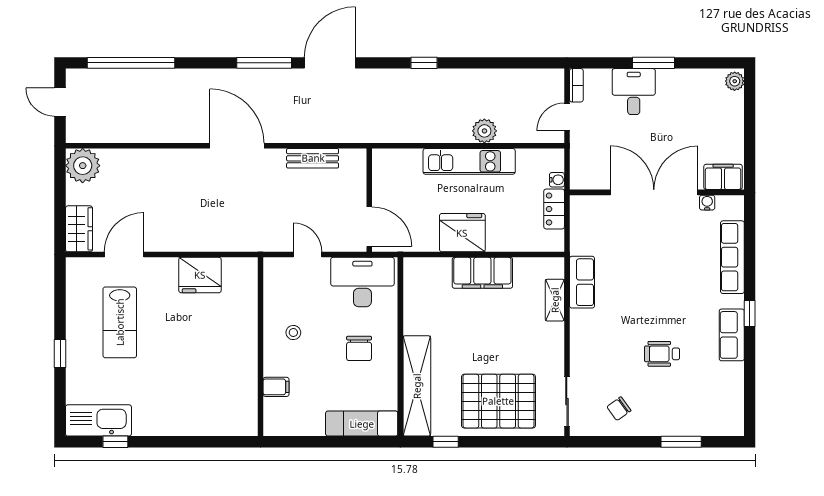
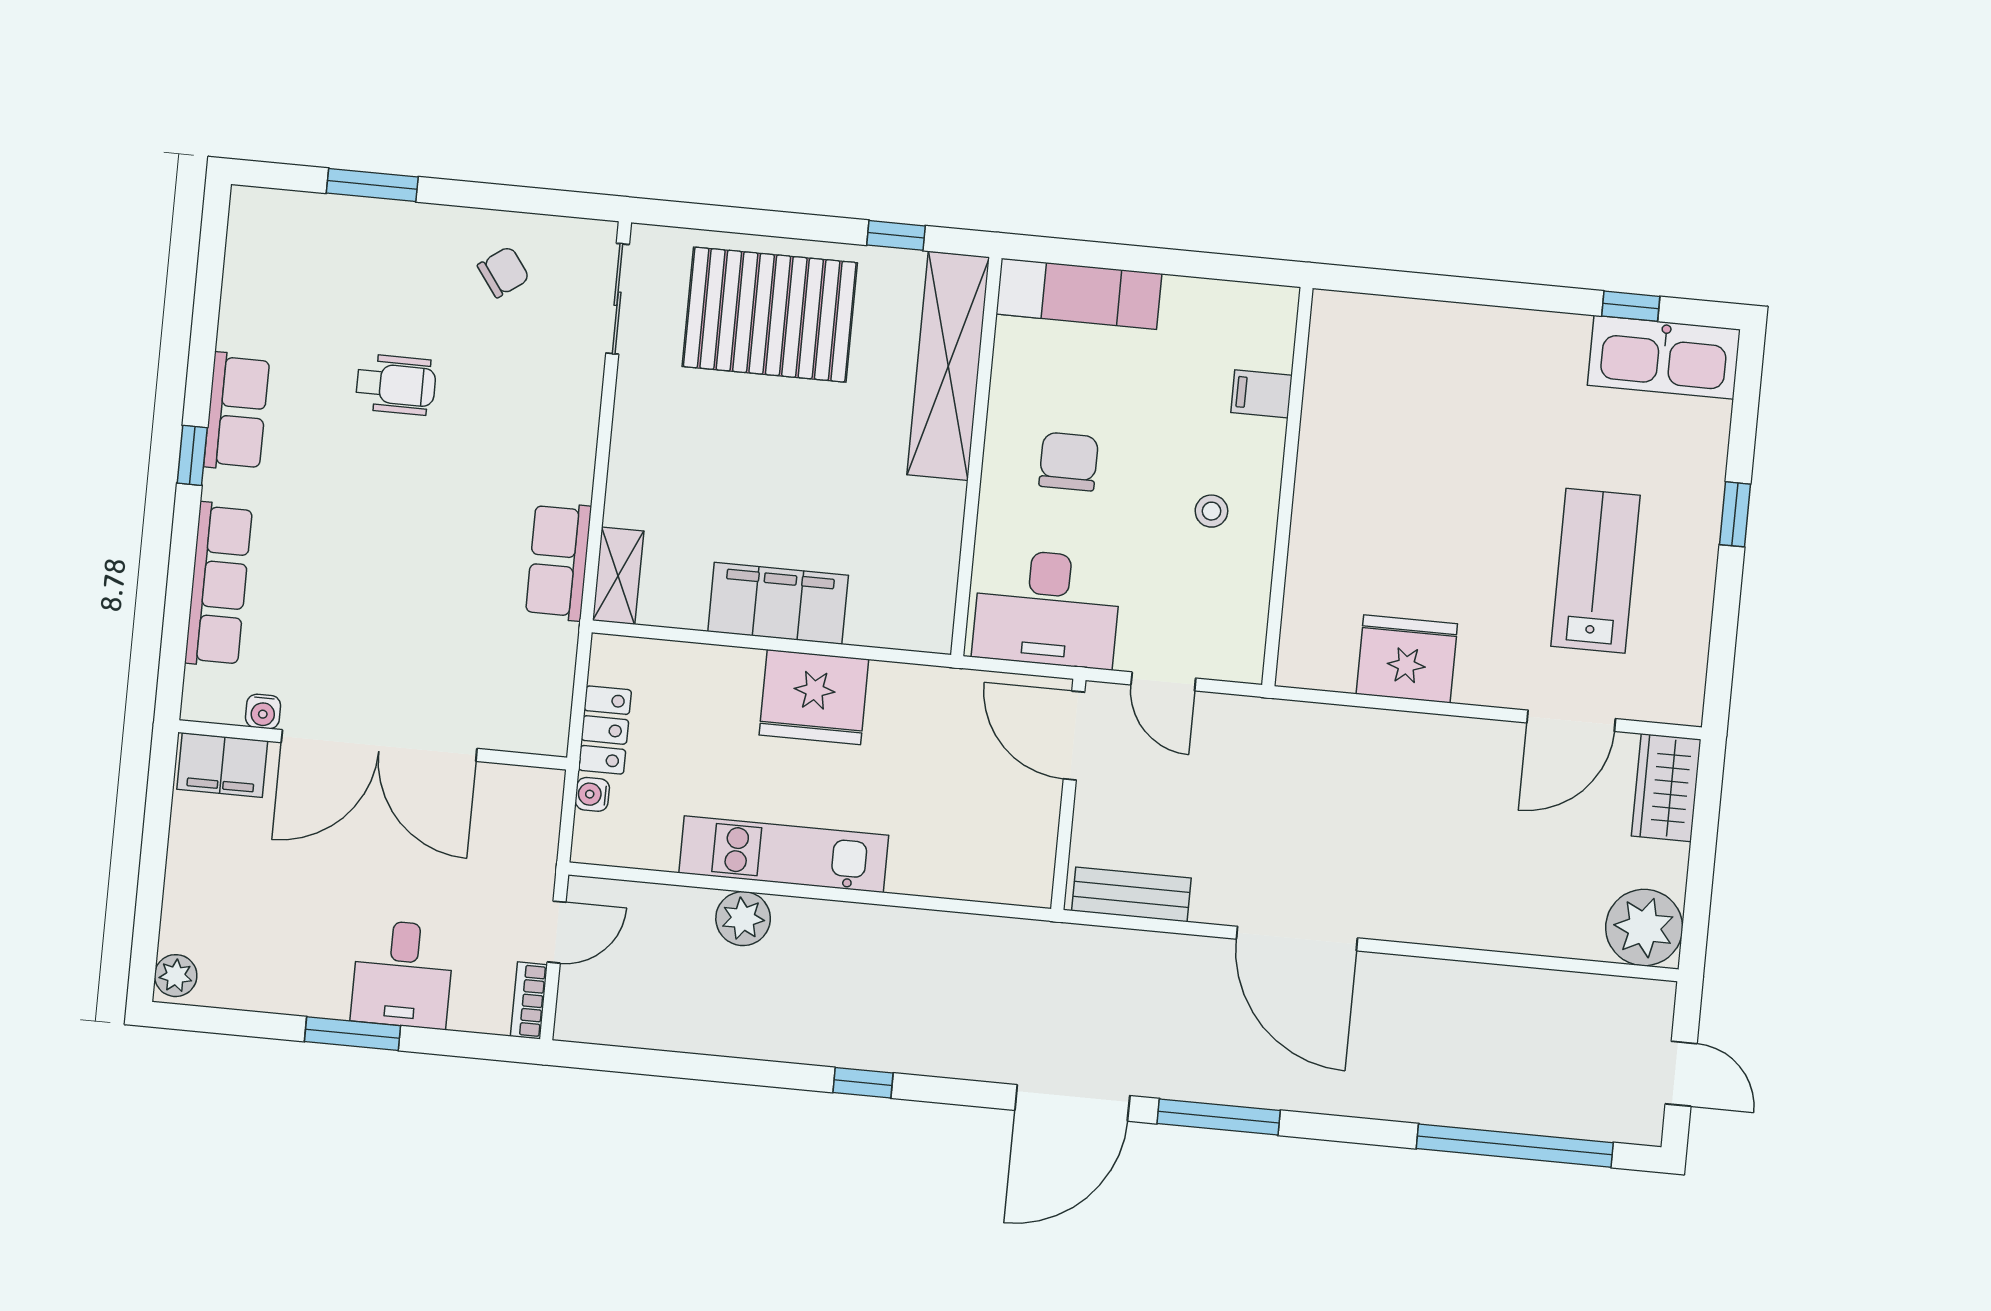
wall: (369, 200) -> (1068, 794), moved
door: (369, 227) -> (1074, 736), moved
shelving: (555, 300) -> (618, 576), moved

